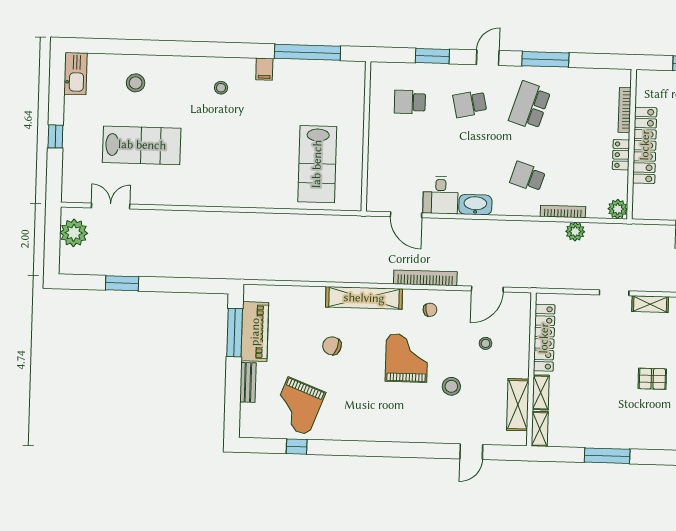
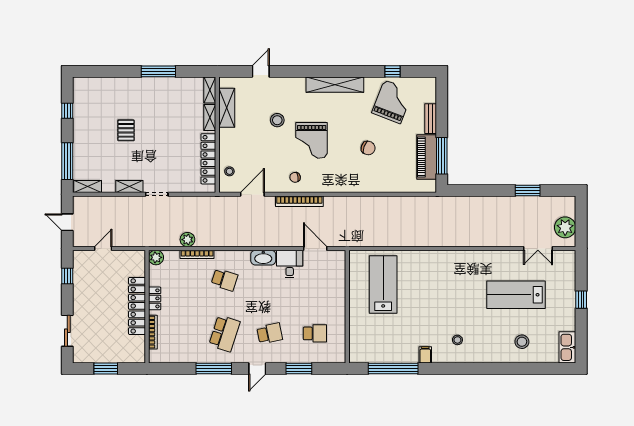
shelving: (364, 298) -> (335, 85), moved
stool: (486, 343) -> (229, 171), moved
pallet: (652, 379) -> (126, 130), turned 90

